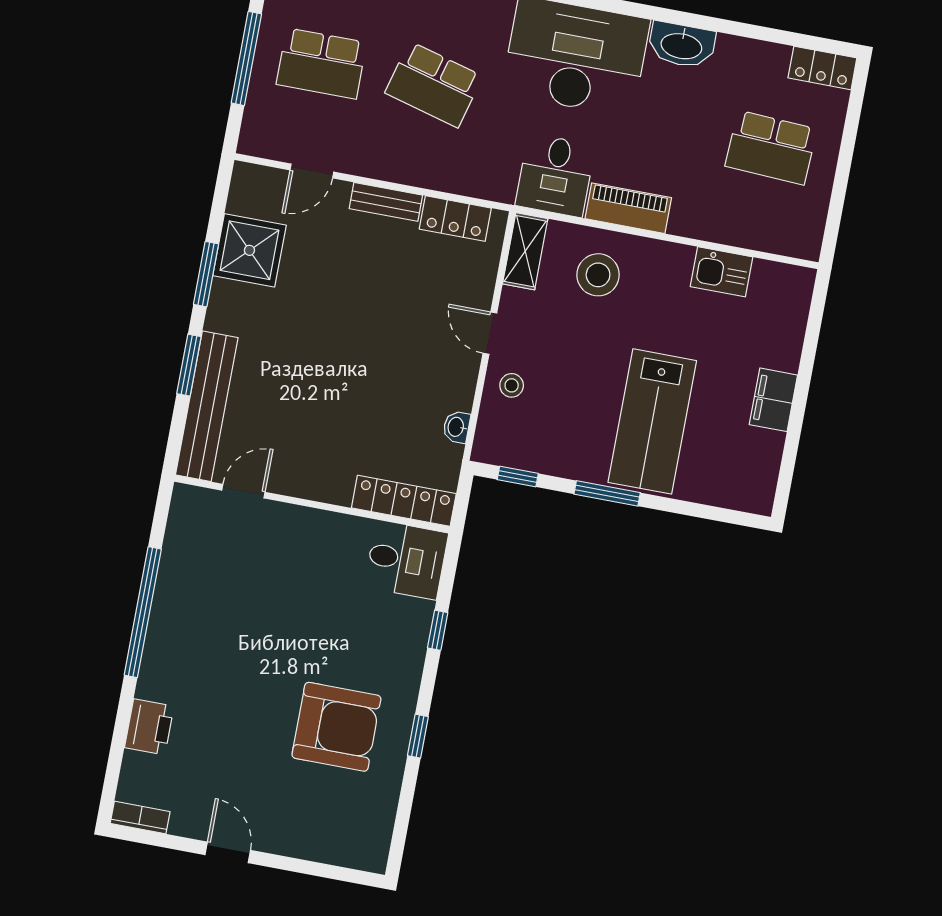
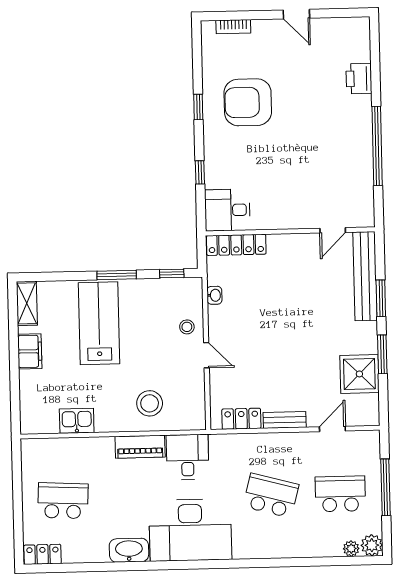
shelving: (525, 251) -> (27, 303), moved
bookcase: (140, 818) -> (233, 27), moved

